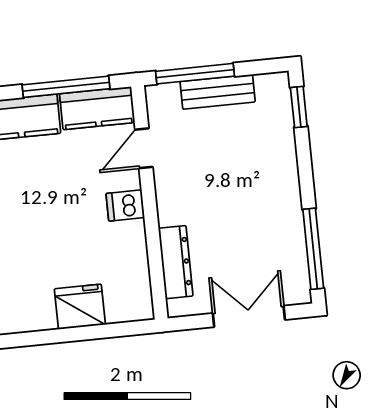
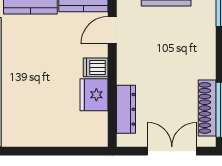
shoe rack: (294, 248) -> (207, 108), added
fridge: (80, 307) -> (94, 95), moved, turned -90

